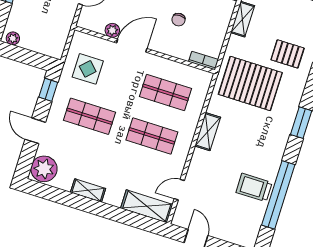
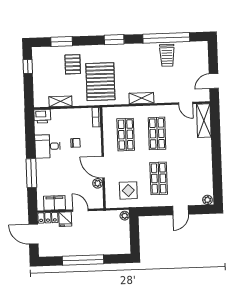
plant: (13, 38) -> (125, 216), moved
window: (48, 90) -> (151, 211), removed
plant: (44, 169) -> (207, 200), width x0.53, depth x0.53
shelving: (88, 190) -> (207, 162), removed

